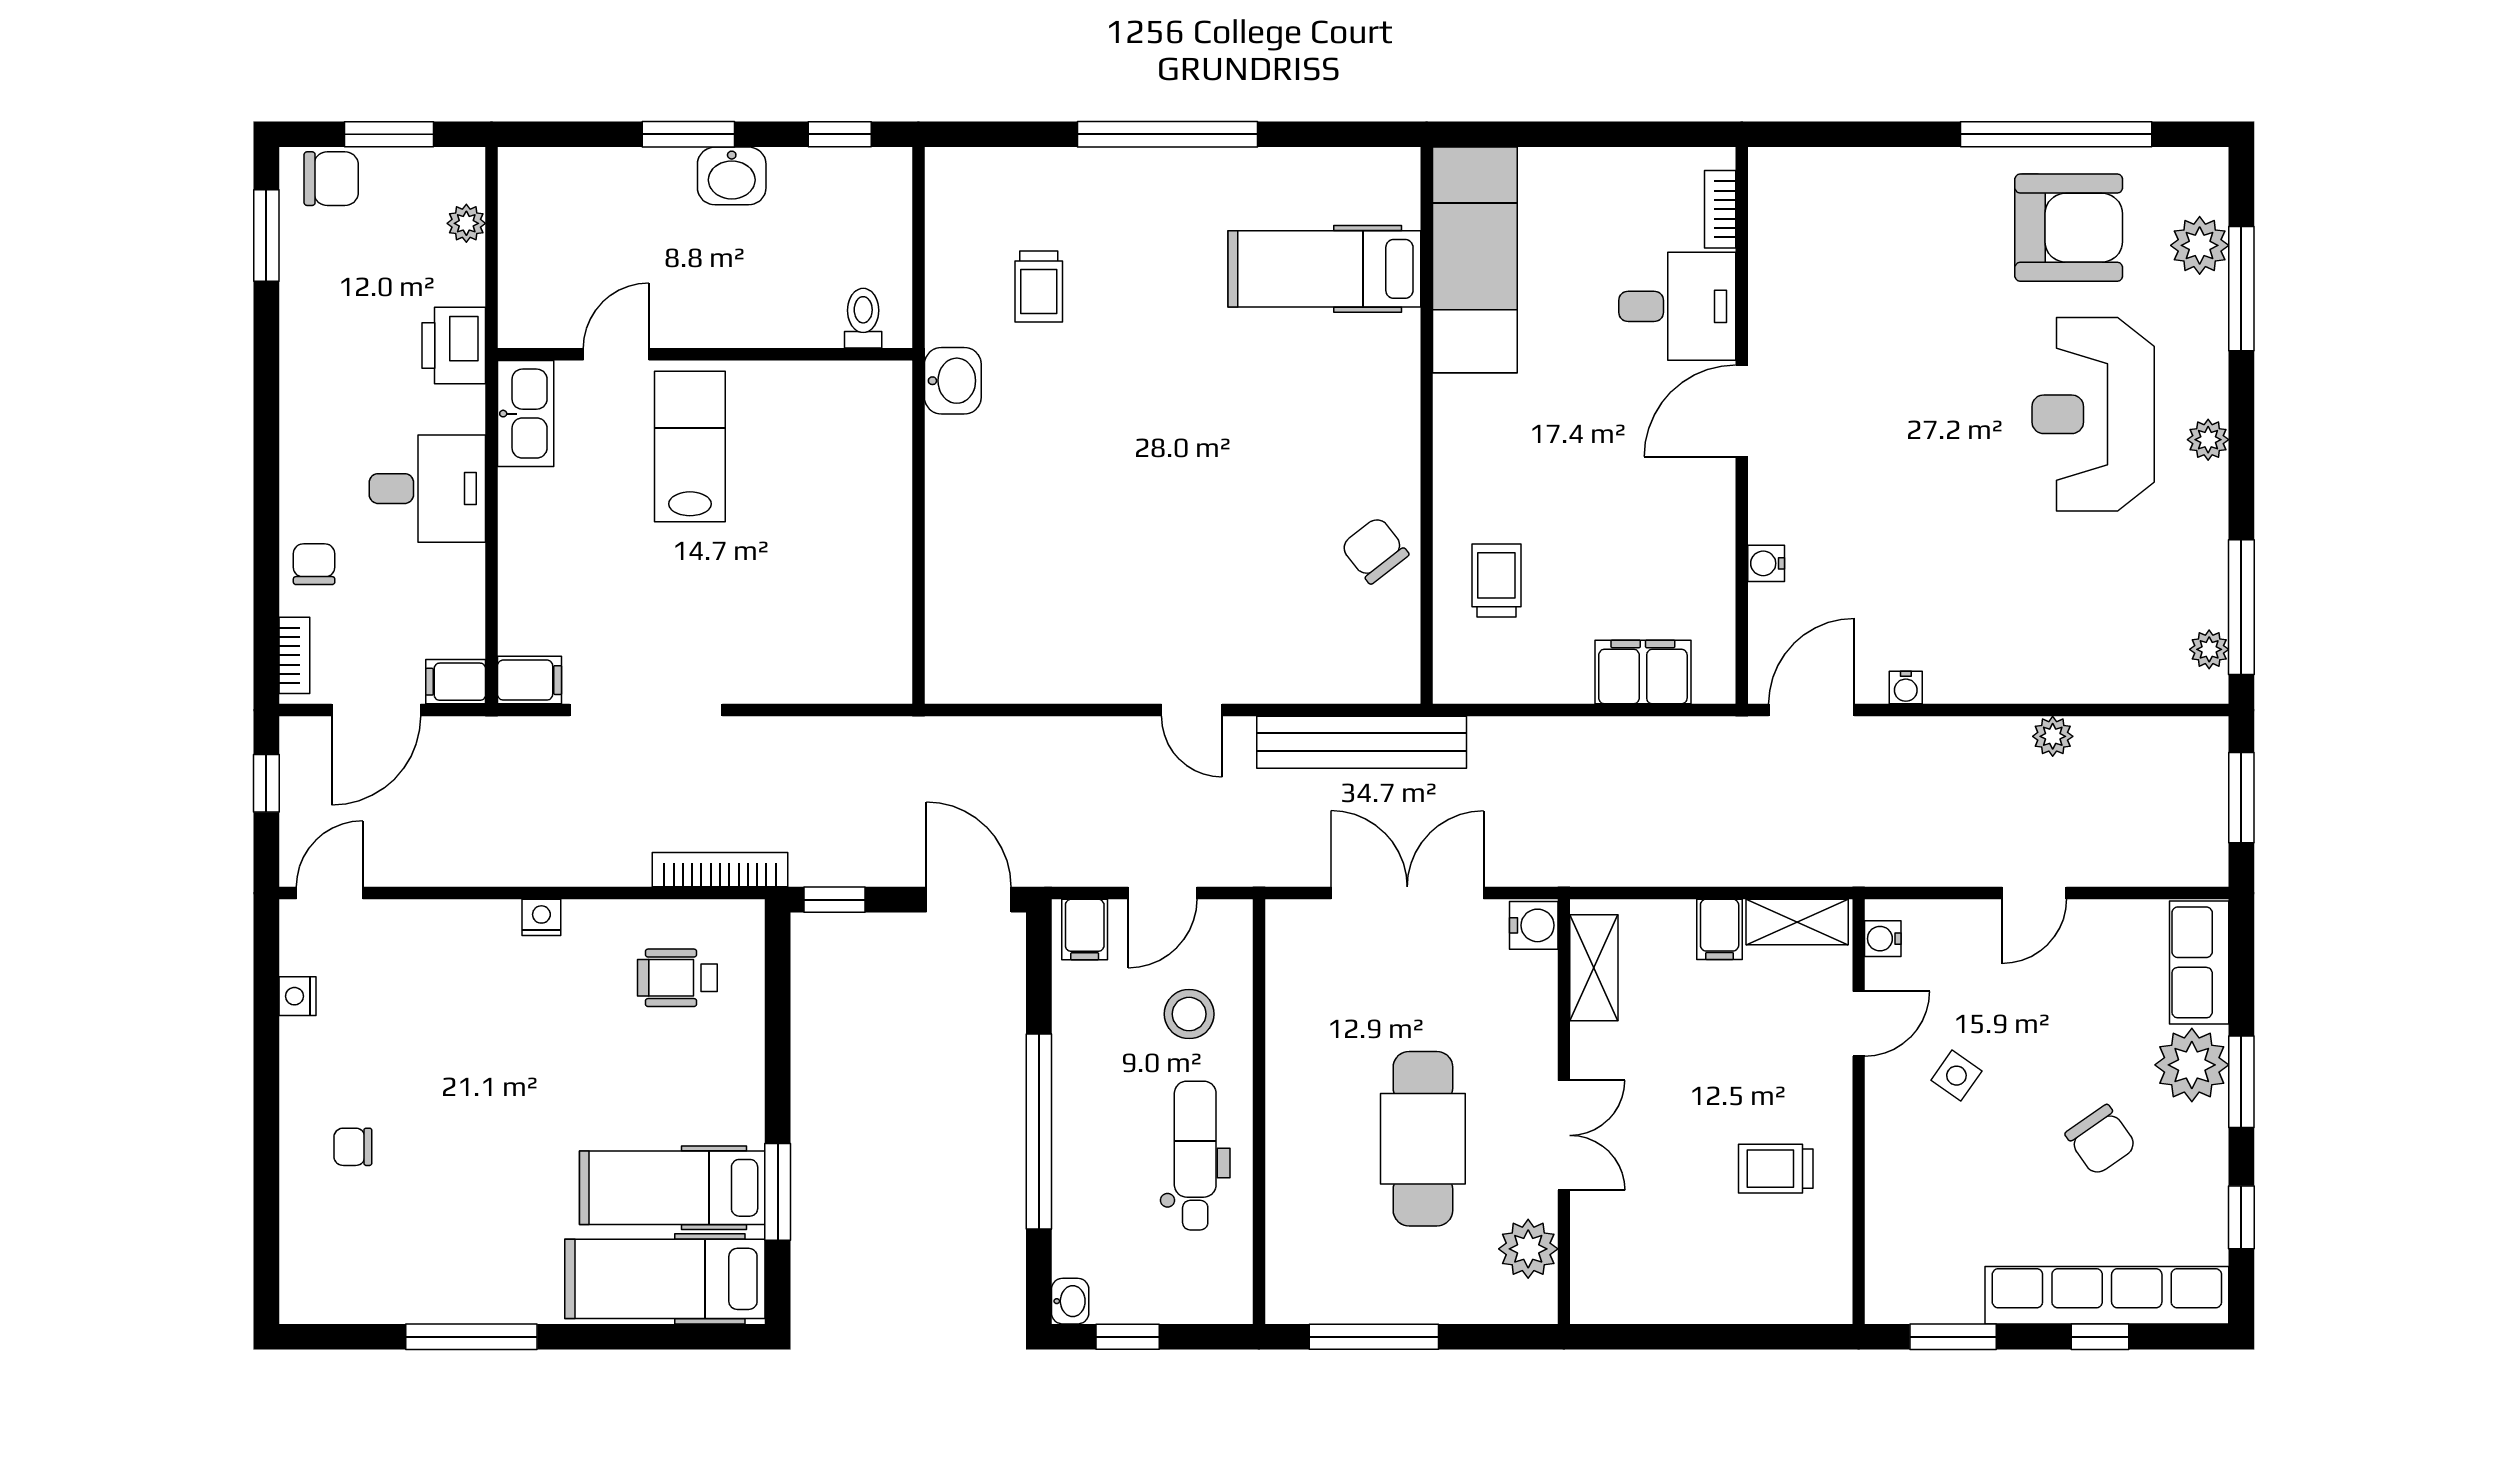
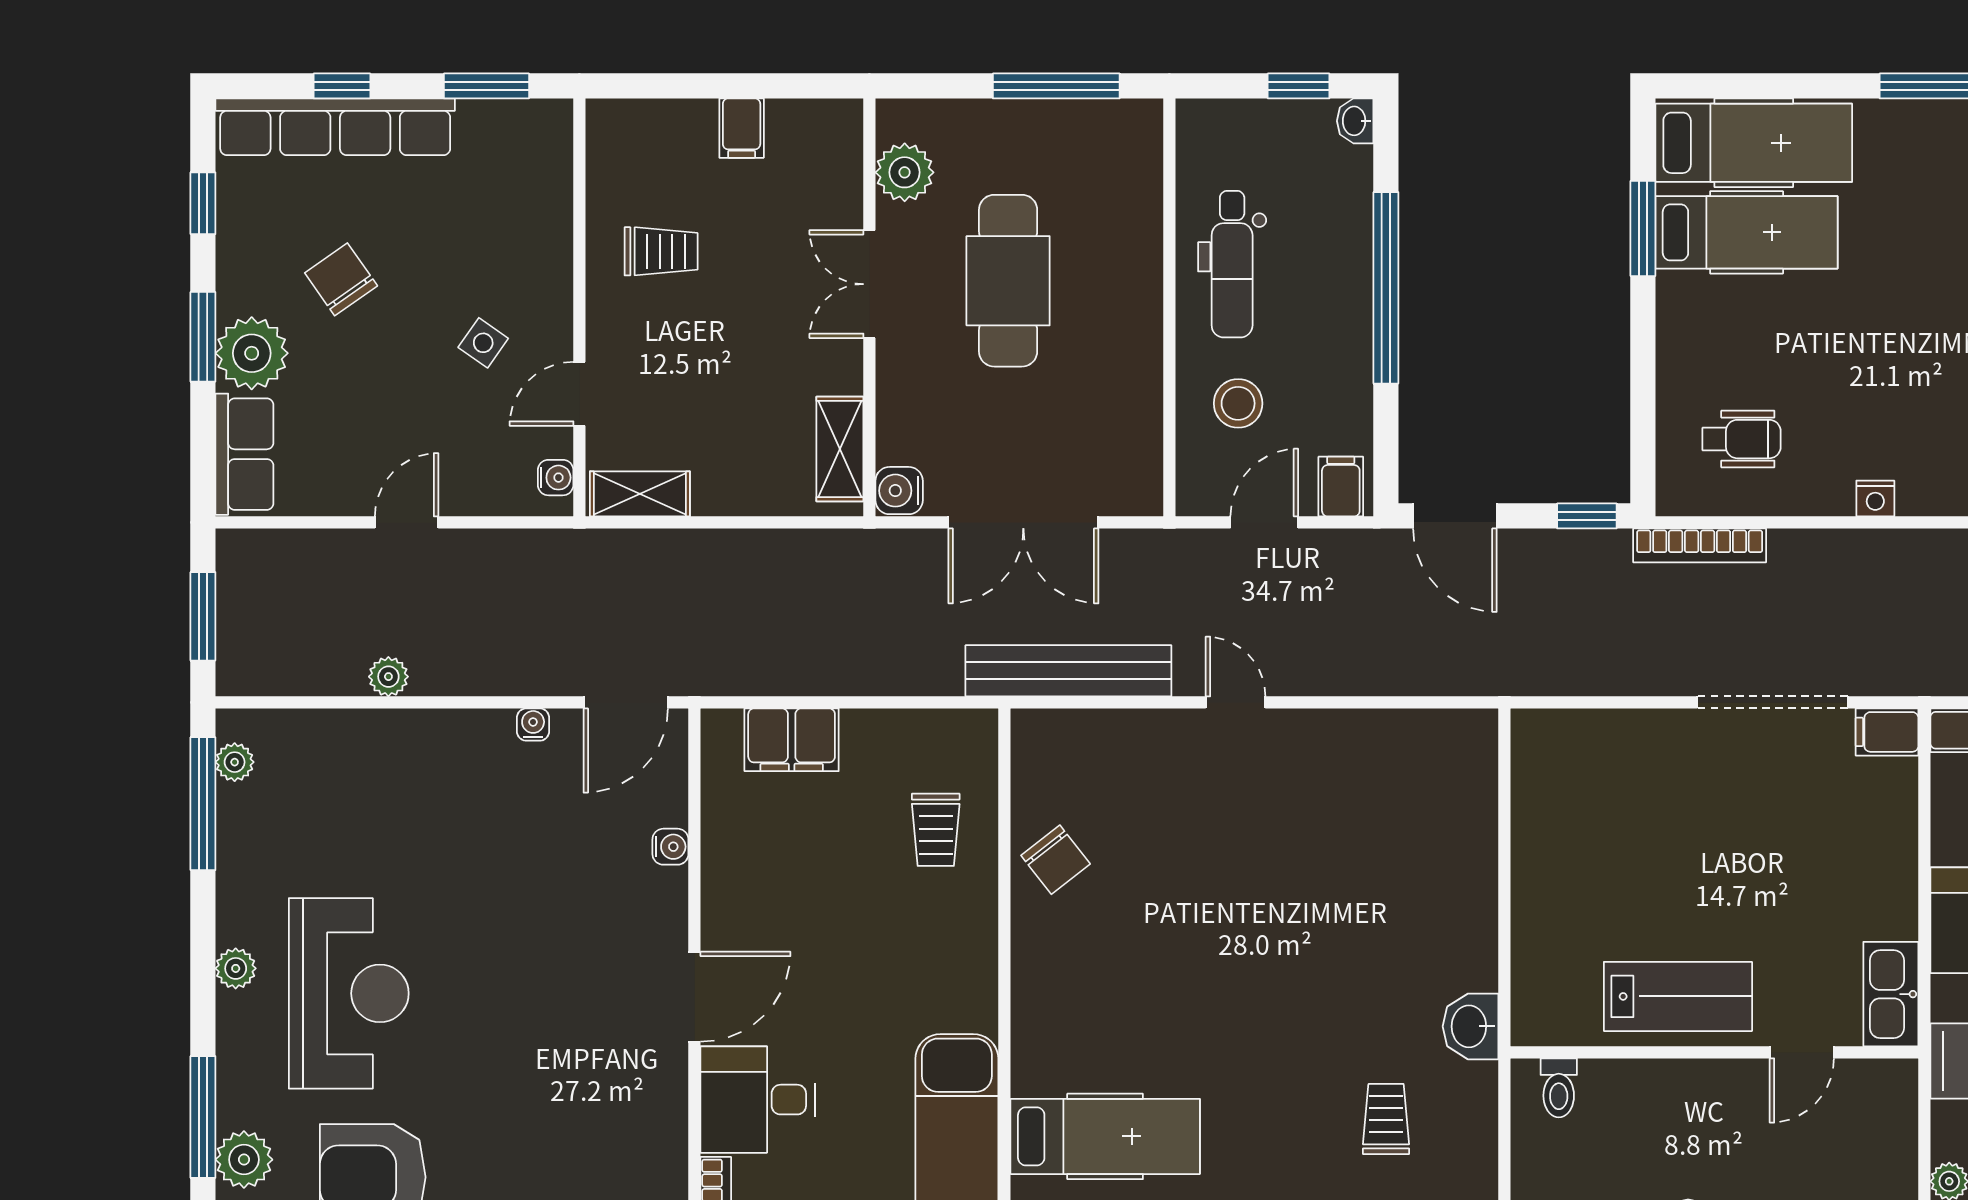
lab bench: (690, 447) -> (1678, 996), moved, turned -90
filing cabinet: (1720, 929) -> (742, 128), moved, turned 180

